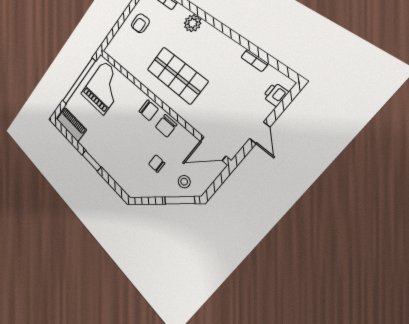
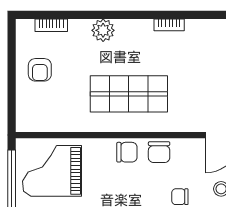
bookcase: (255, 60) -> (169, 25), moved
grand piano: (104, 88) -> (52, 171), turned -90

